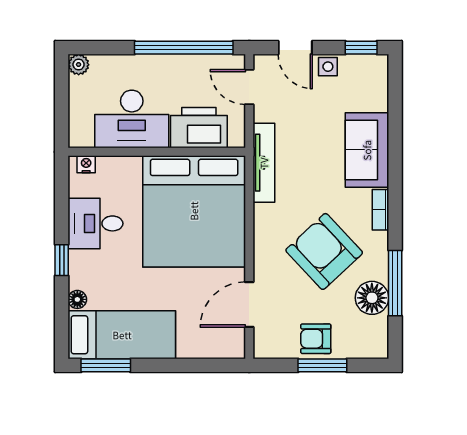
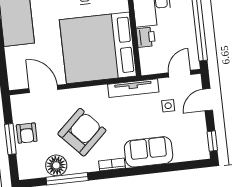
side table: (328, 67) -> (168, 106), moved
printer: (199, 128) -> (146, 37), width x0.53, depth x0.68
armchair: (316, 339) -> (27, 133), turned 180

